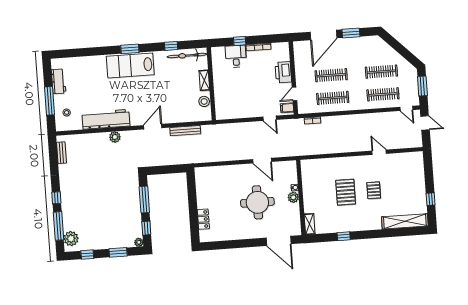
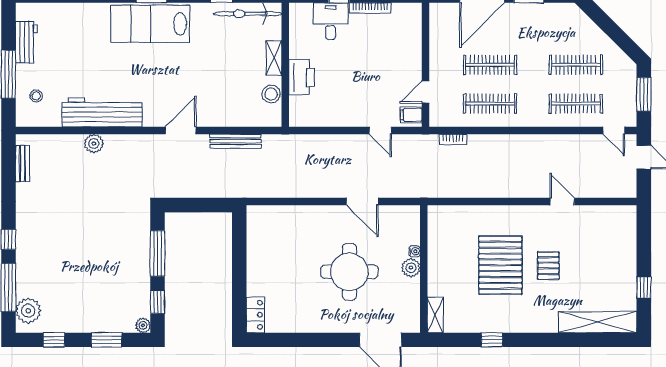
printer: (283, 72) -> (302, 77), moved, turned 180
plant: (115, 137) -> (94, 143), moved
pallet: (346, 192) -> (500, 265), width x1.37, depth x1.41
locker: (203, 219) -> (255, 315), moved

